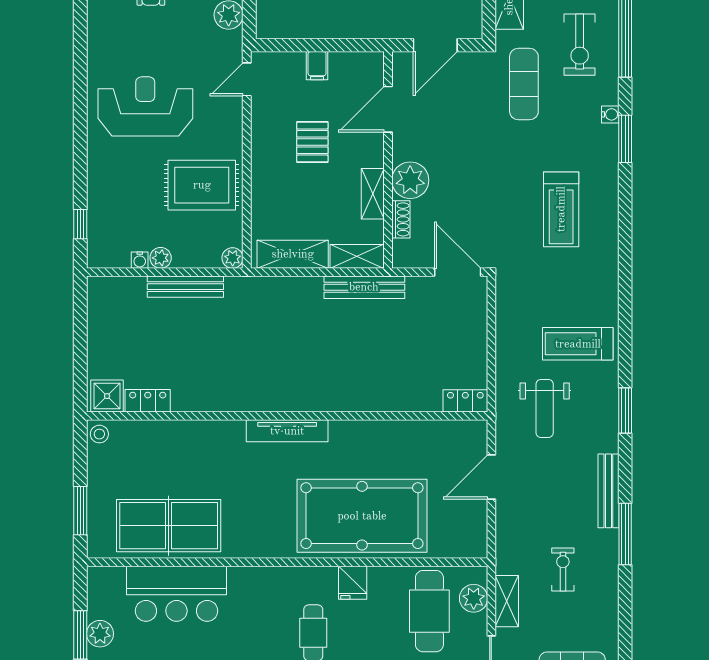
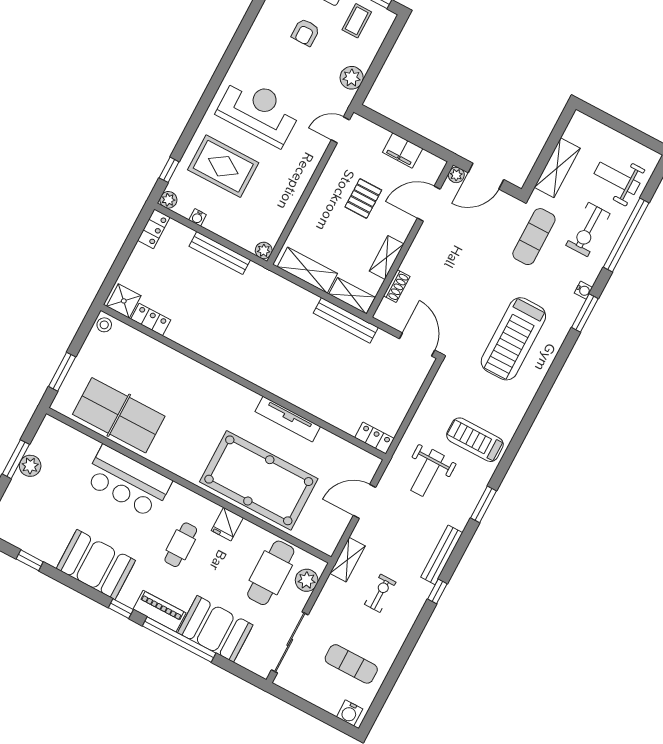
filing cabinet: (317, 66) -> (403, 150), width x2.00
plant: (410, 180) -> (456, 175), moved, width x0.53, depth x0.53
rug: (202, 185) -> (223, 166), moved
treadmill: (561, 209) -> (513, 339), width x1.37, depth x1.38
plant: (161, 258) -> (168, 200), moved
locker: (98, 298) -> (154, 229), added
tv unit: (287, 431) -> (288, 419), moved
window: (625, 534) -> (437, 591), width x0.46
bar counter: (176, 594) -> (128, 481), moved
shelving: (507, 601) -> (347, 560), moved

